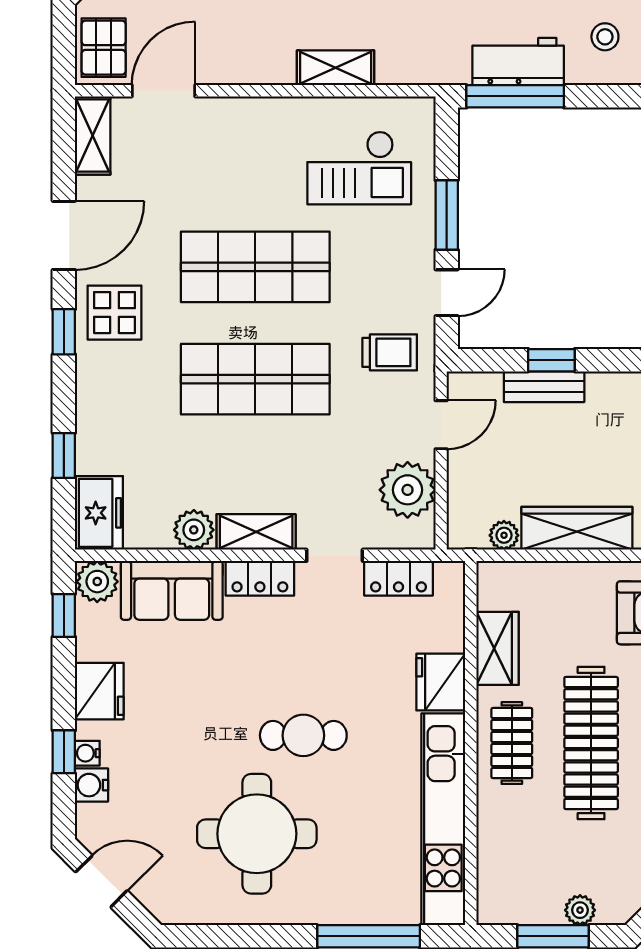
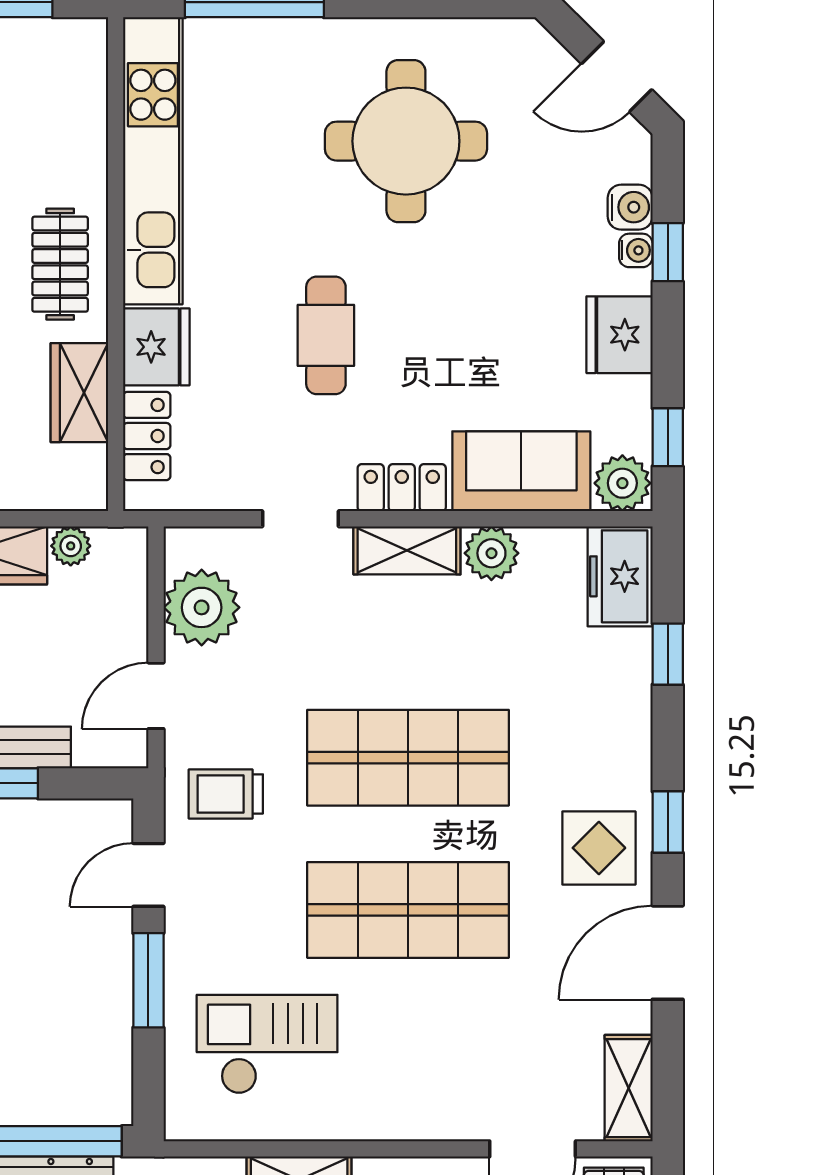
locker: (399, 578) -> (147, 436), moved, turned 90
cafe table: (303, 735) -> (326, 335), moved, turned 90

